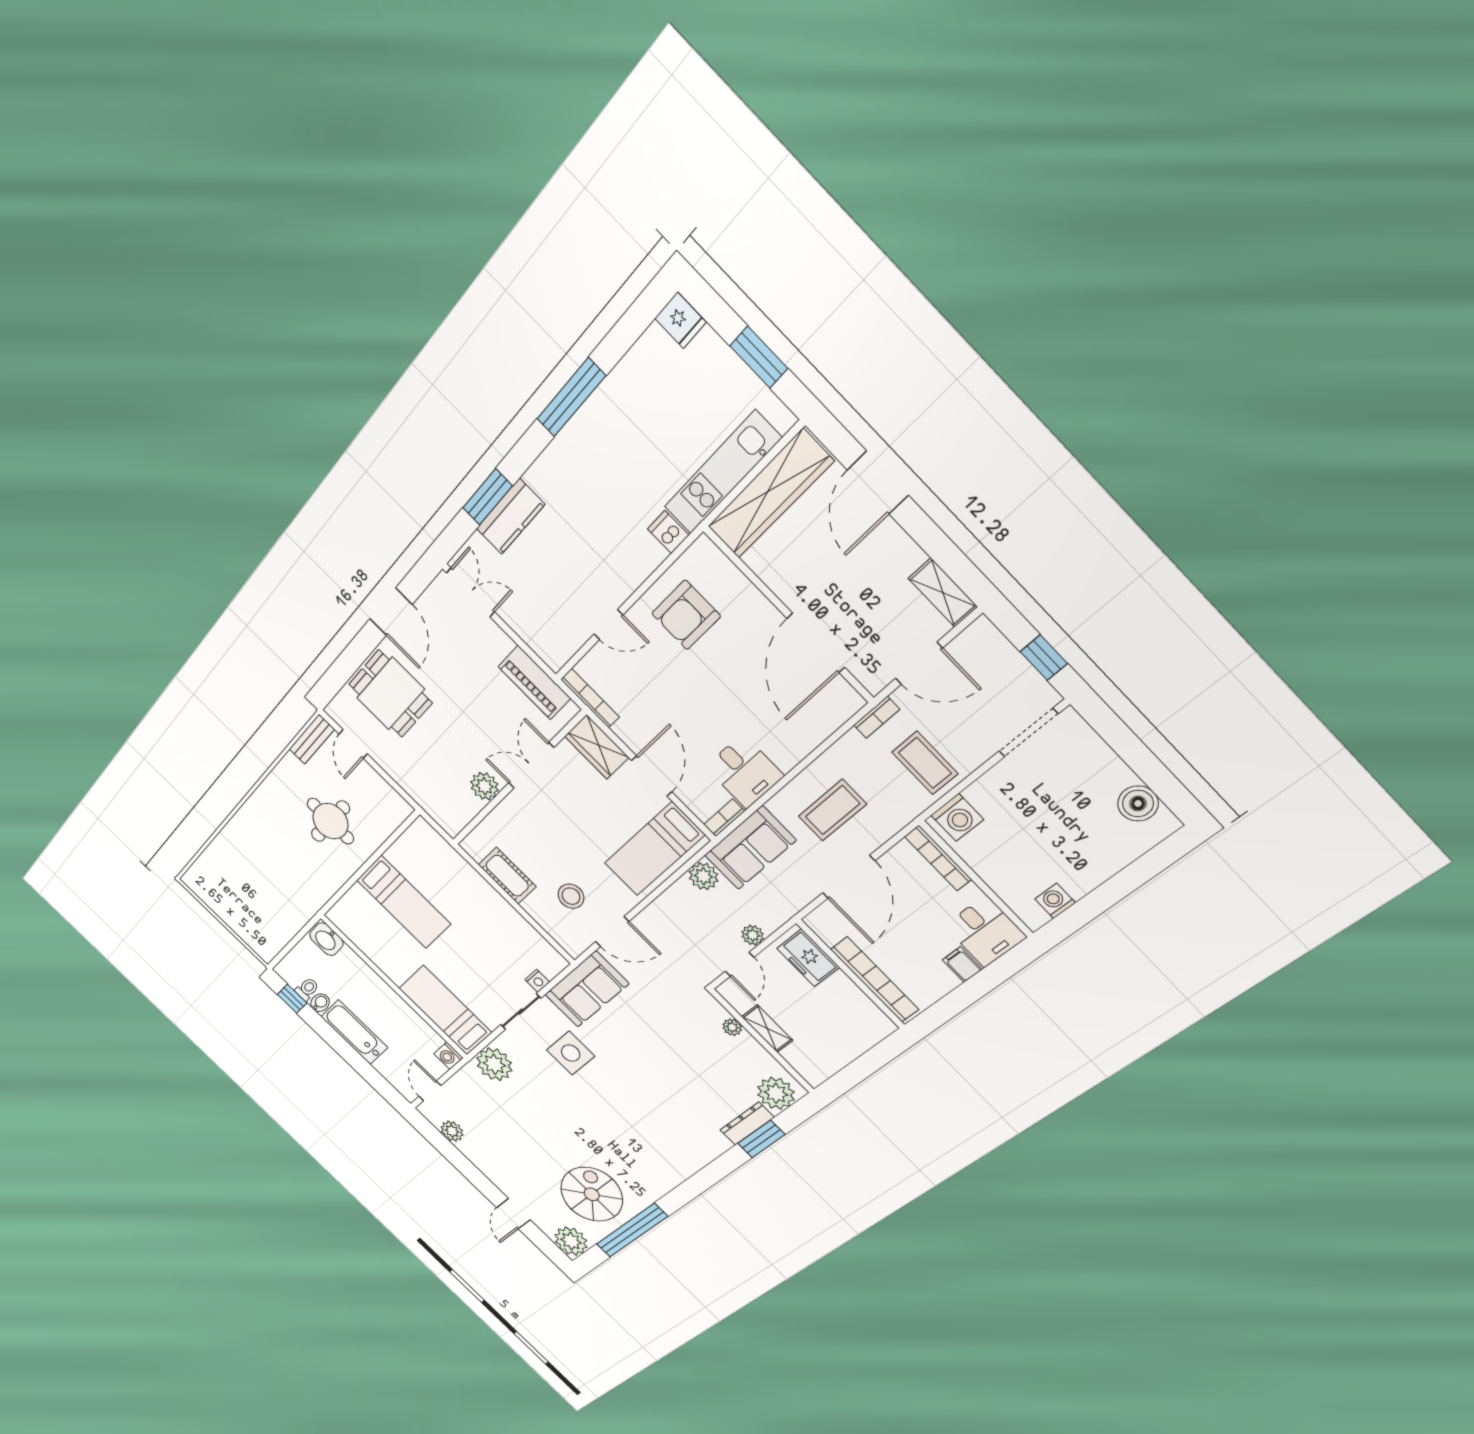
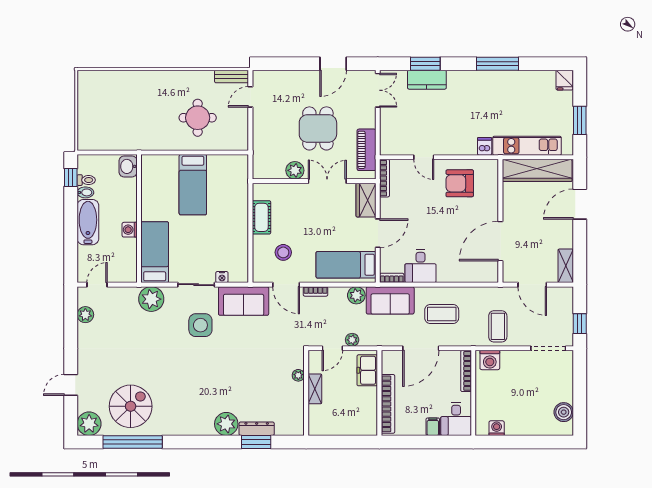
dining table: (390, 694) -> (318, 128), moved
bookcase: (877, 717) -> (316, 291), moved
washing machine: (448, 1056) -> (130, 230), moved
plant: (776, 1093) -> (226, 424), moved

